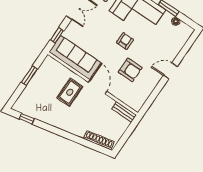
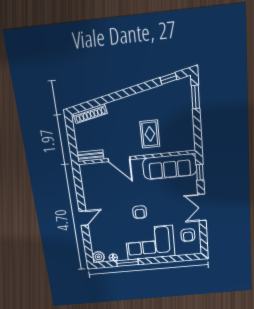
plant: (187, 31) -> (98, 257), added
armchair: (130, 70) -> (116, 193), removed
window: (29, 76) -> (196, 97), moved
door: (98, 87) -> (119, 159), moved

